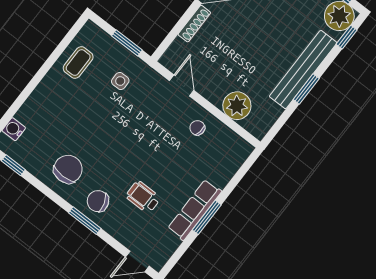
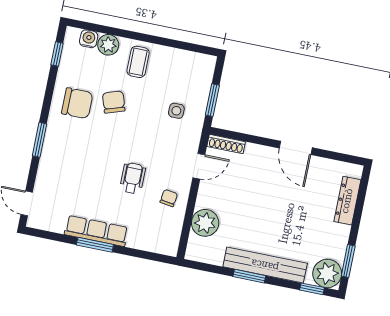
shoe rack: (194, 24) -> (226, 144), moved
coffee table: (78, 63) -> (138, 62), moved, turned 90
plant: (28, 114) -> (108, 45), added
wheelchair: (143, 197) -> (133, 178), moved
chair: (98, 201) -> (114, 102), moved

